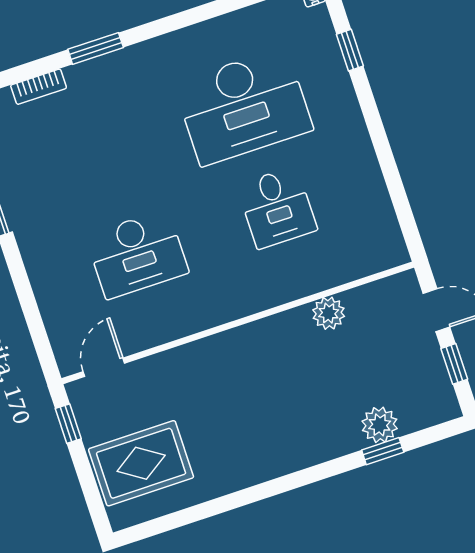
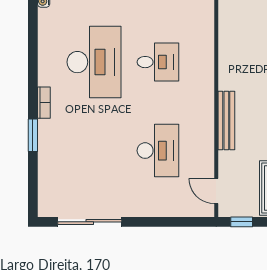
bookcase: (39, 87) -> (44, 103), moved
plant: (329, 313) -> (228, 53), removed
bench: (221, 346) -> (226, 120), added

